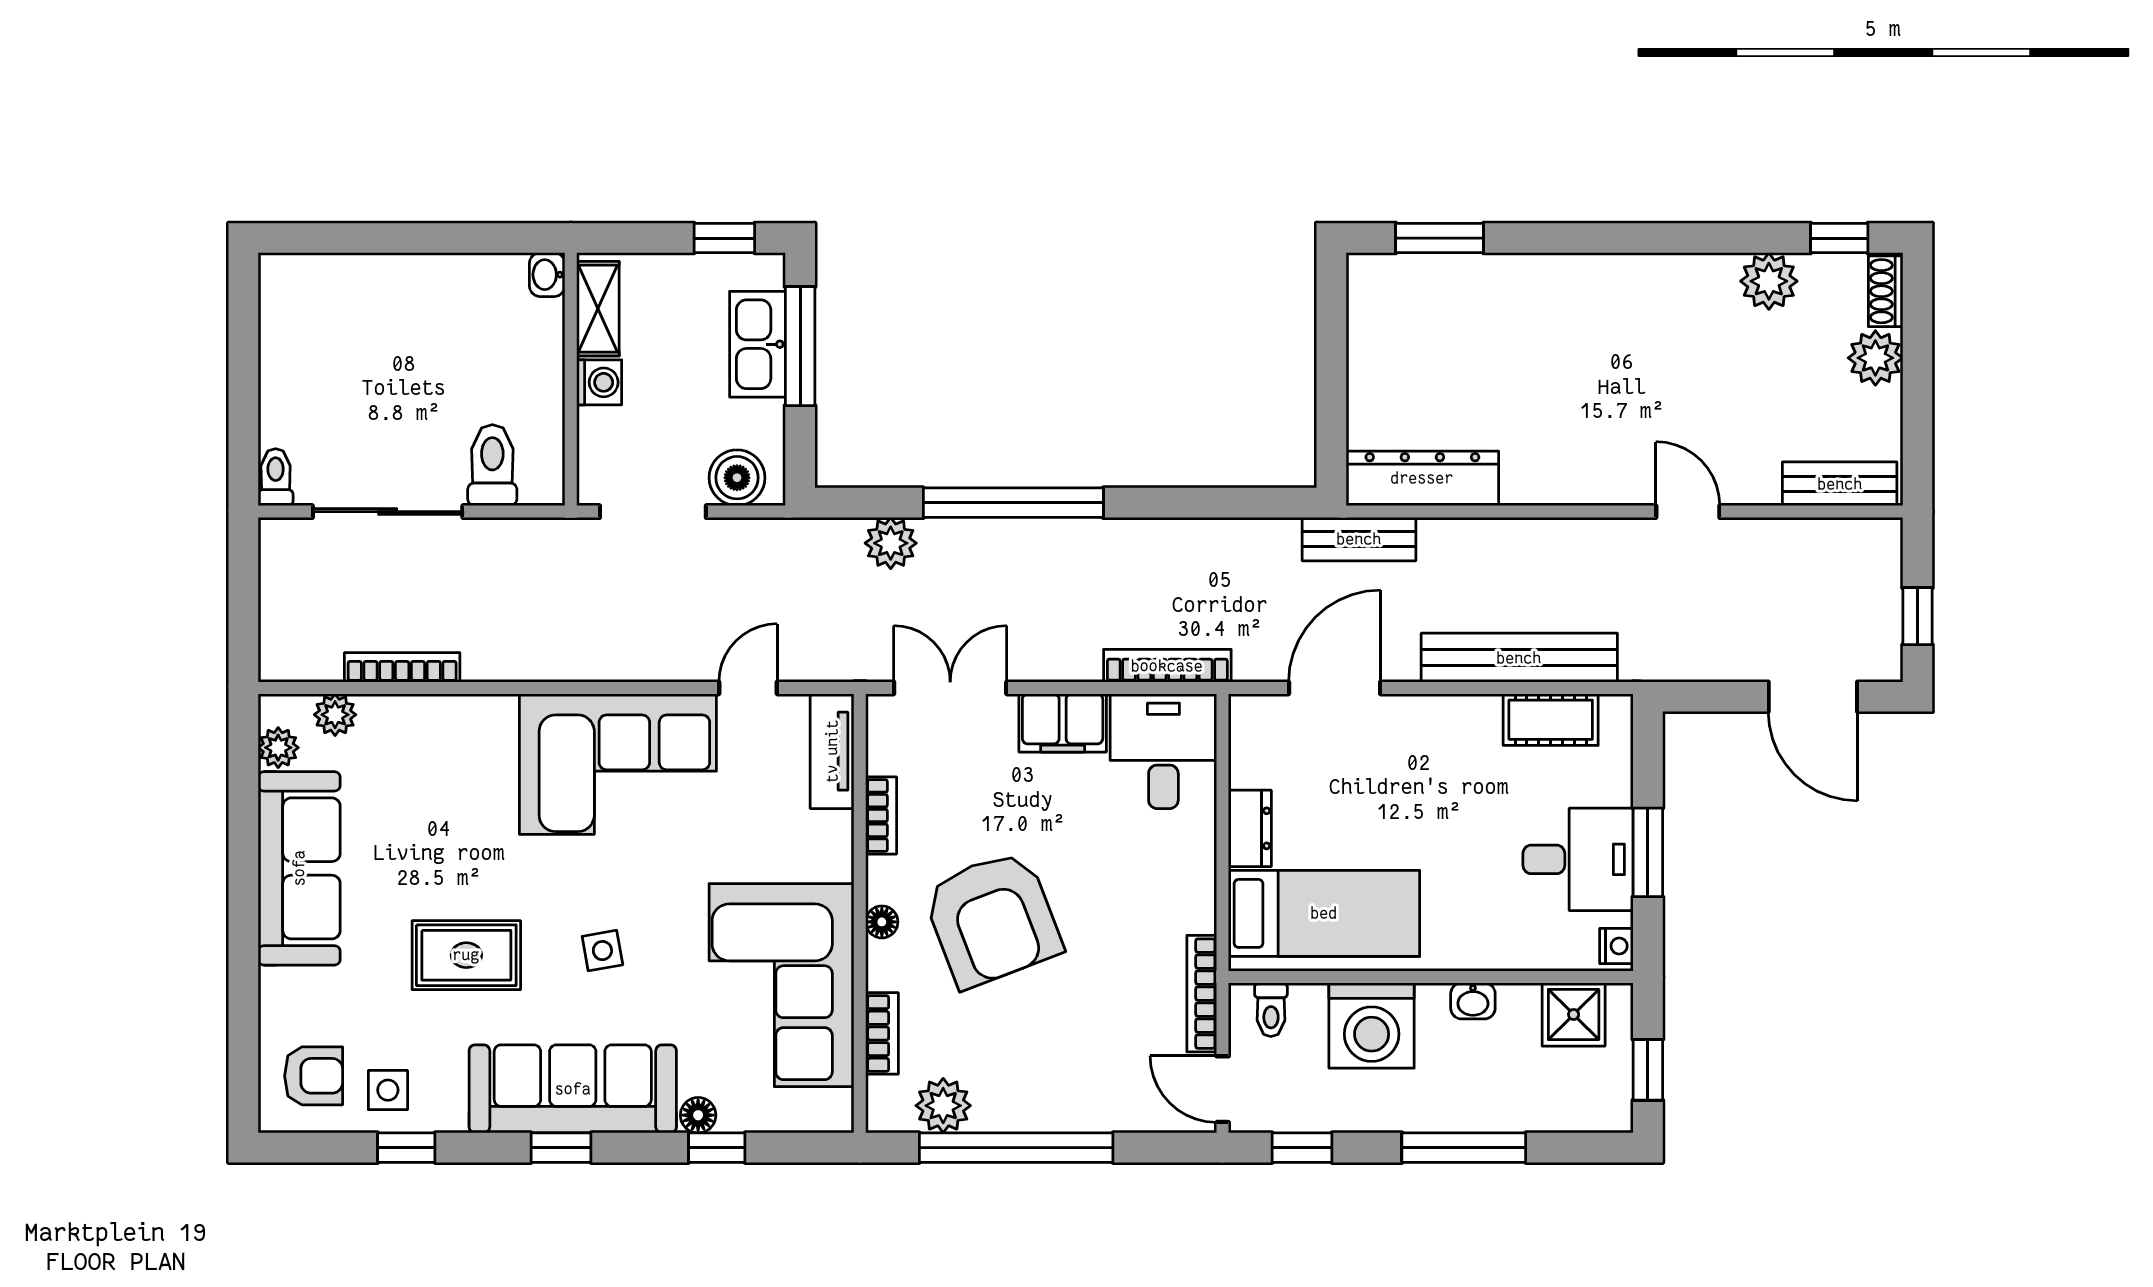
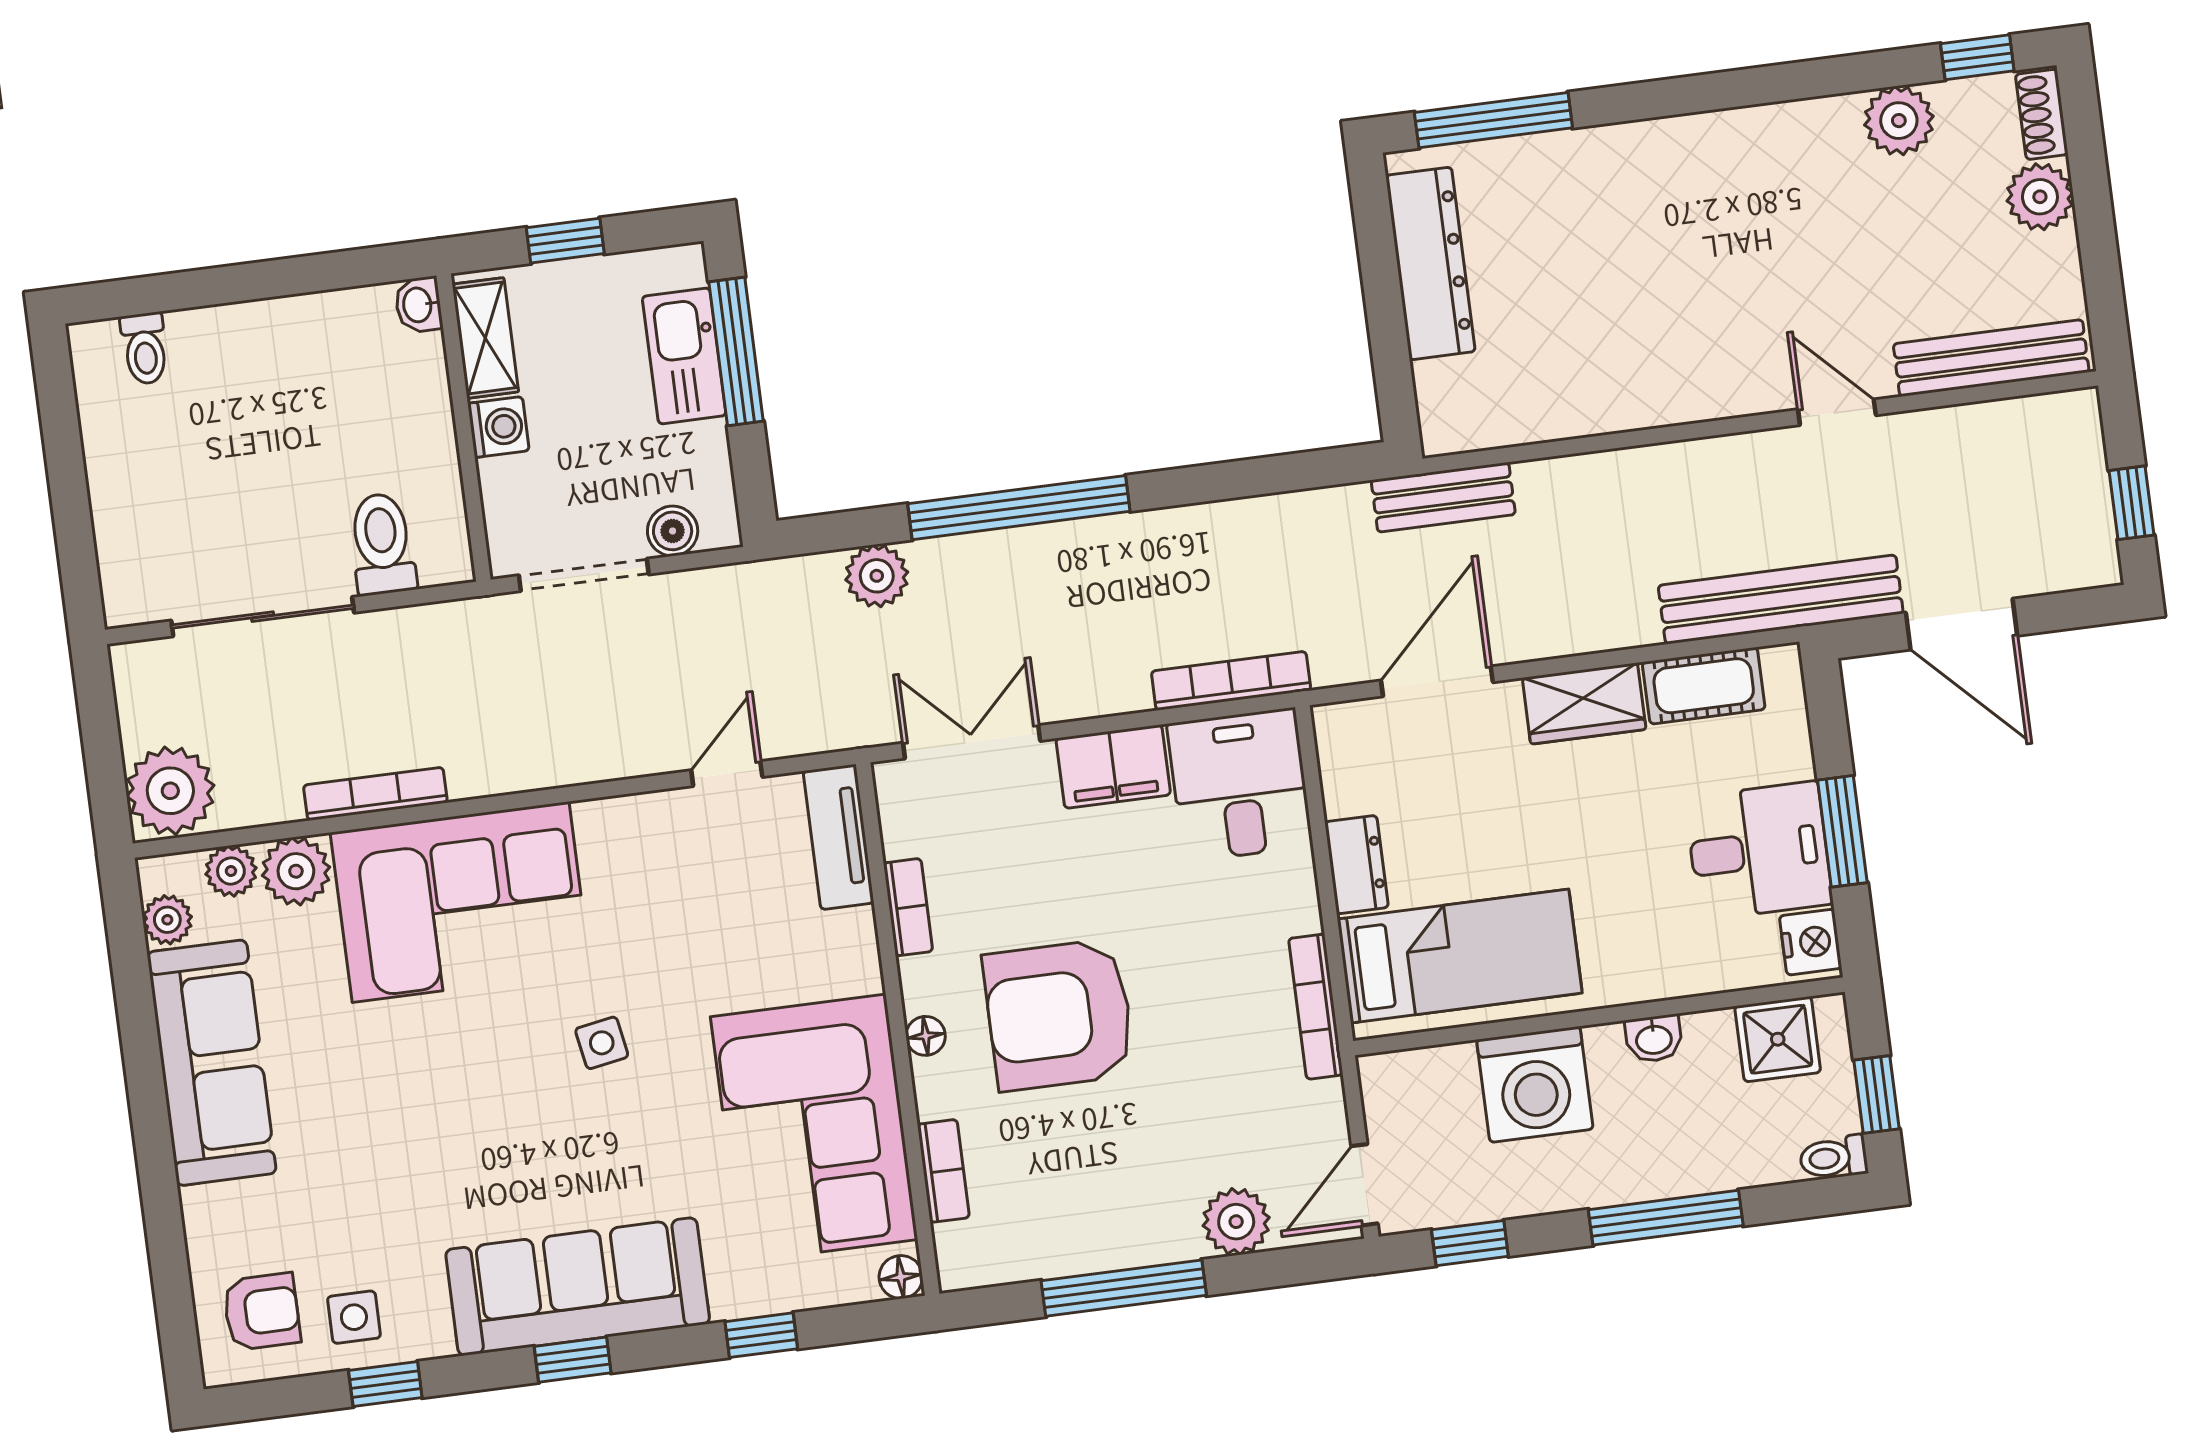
window: (724, 238) -> (565, 241), moved
window: (1440, 238) -> (1493, 120), width x1.44
toilet: (276, 477) -> (145, 348), moved, turned 180
boiler: (737, 478) -> (673, 531), width x0.73, depth x0.73
dresser: (1422, 478) -> (1430, 263), moved, turned 90
bench: (1840, 484) -> (1991, 358), width x1.36
plant: (294, 643) -> (170, 791), added
bench: (1519, 658) -> (1781, 599), moved
bookcase: (402, 667) -> (375, 794), moved
door: (1813, 697) -> (1962, 624), moved
wardrobe: (1452, 721) -> (1584, 703), added
plant: (388, 722) -> (296, 871), added
corner sofa: (618, 764) -> (461, 902), moved
armchair: (992, 919) -> (1059, 1015), turned 111
nightstand: (1616, 946) -> (1811, 942), width x1.39, depth x1.35
side table: (602, 951) -> (602, 1043), moved
rug: (466, 955) -> (428, 1141), removed
bookcase: (1202, 994) -> (1316, 1007), moved
toilet: (1271, 1010) -> (1834, 1157), moved, turned 90
door: (1223, 1089) -> (1364, 1185), hinge flipped
plant: (943, 1106) -> (1236, 1222), moved
floor lamp: (698, 1115) -> (901, 1277), moved
window: (1016, 1148) -> (1124, 1288), width x0.68

